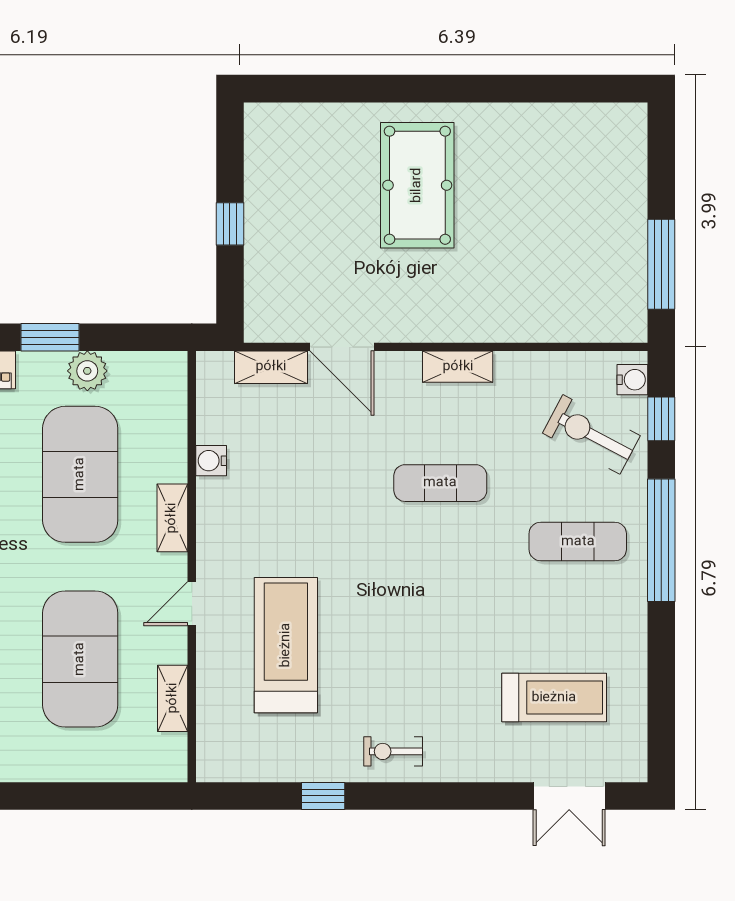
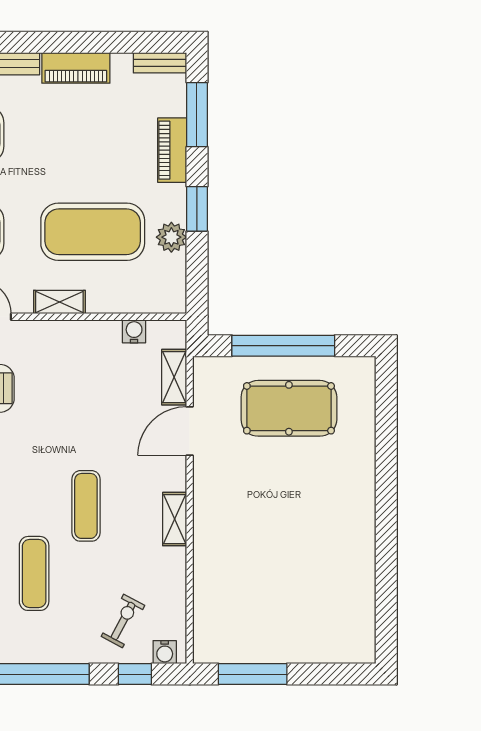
pool table: (417, 185) -> (289, 408), moved
window: (230, 224) -> (283, 346), width x3.17
exercise bike: (591, 434) -> (123, 621), width x0.73, depth x0.72
water cooler: (211, 461) -> (134, 331), moved
exercise mat: (578, 542) -> (34, 573), moved

